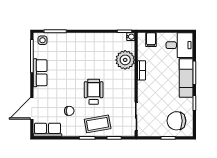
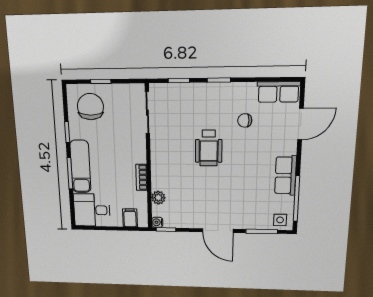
door: (86, 31) -> (218, 231), added
plant: (125, 60) -> (158, 198), width x0.53, depth x0.53
chair: (176, 121) -> (90, 107), turned -90
coffee table: (98, 124) -> (203, 101), removed

